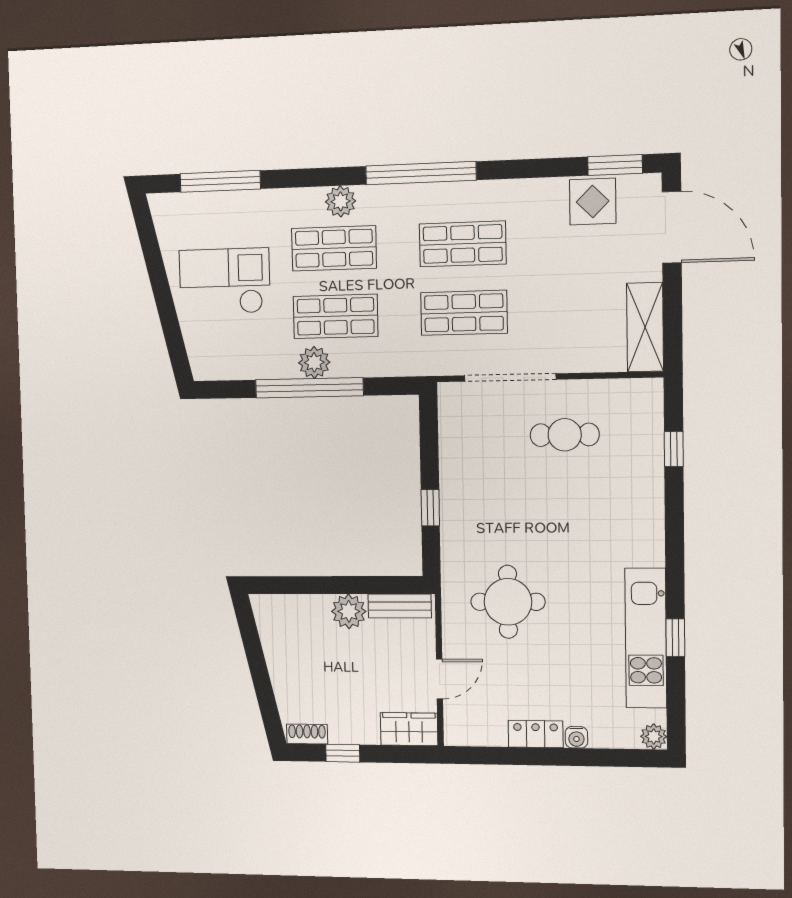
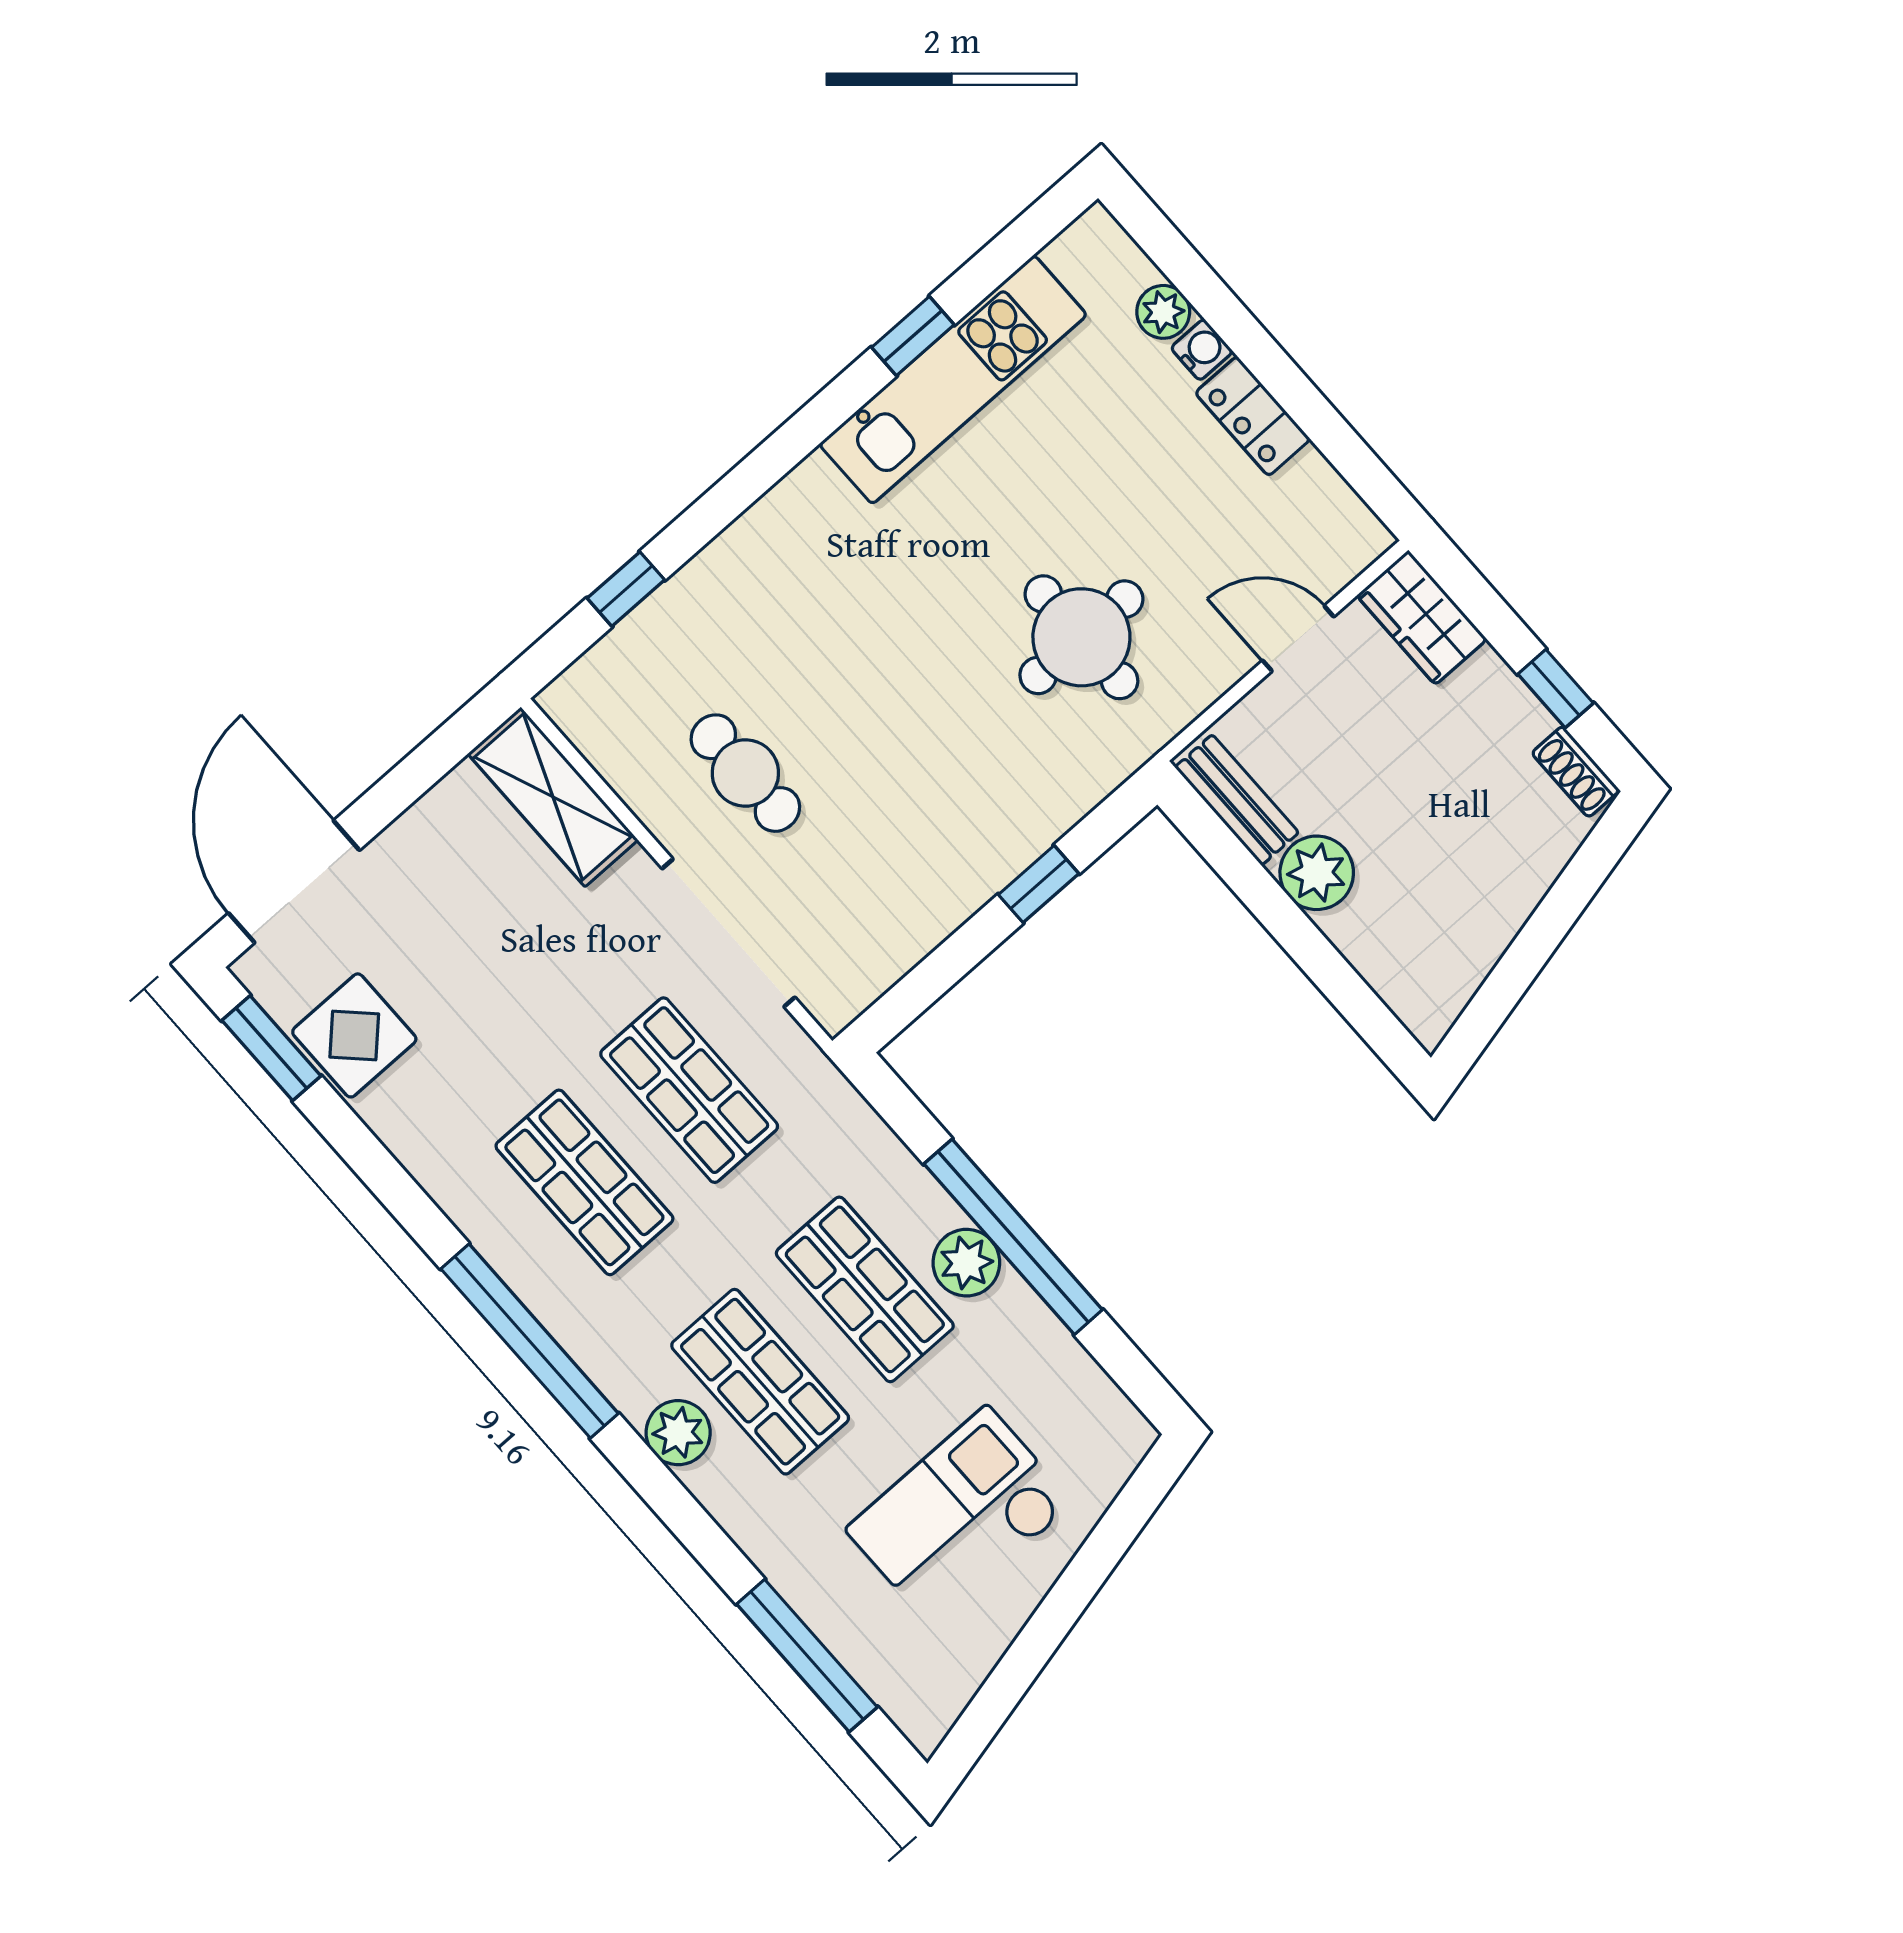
checkout: (225, 281) -> (960, 1516), turned 90
shelving: (645, 327) -> (553, 797), moved, turned 90
plant: (654, 737) -> (1163, 312), moved

